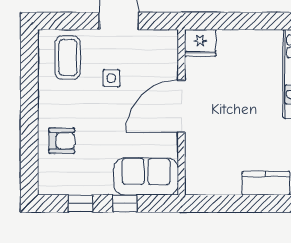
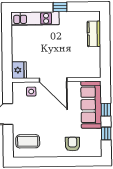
side table: (111, 78) -> (31, 92), moved
sofa: (146, 176) -> (91, 105), width x1.36

